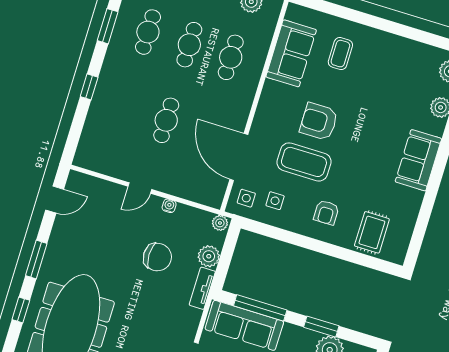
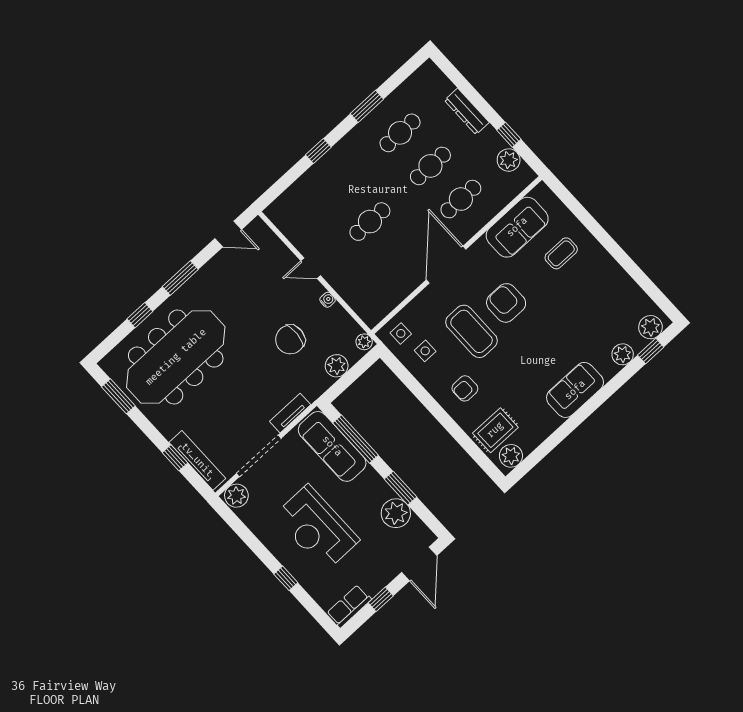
door: (239, 157) -> (446, 265), moved
plant: (397, 246) -> (511, 456), added
chair: (157, 257) -> (290, 340), turned 94
tv unit: (202, 288) -> (290, 413), moved

